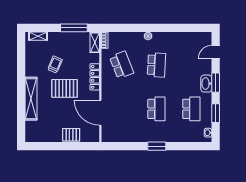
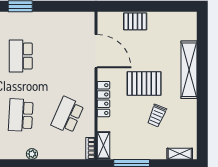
school desk: (122, 65) -> (67, 115), turned 45

